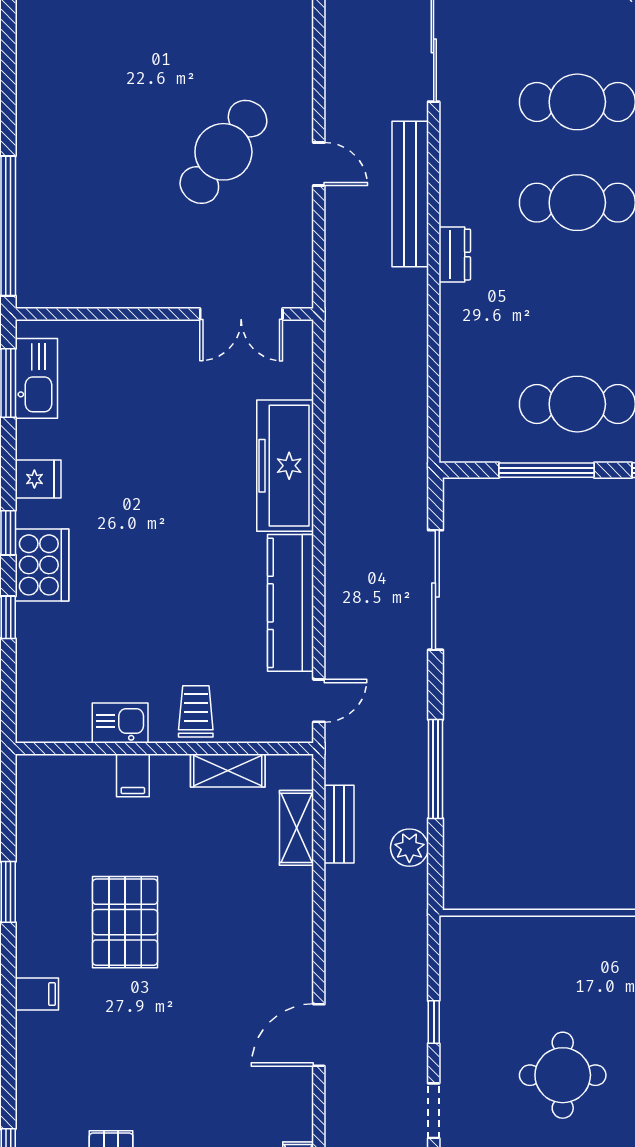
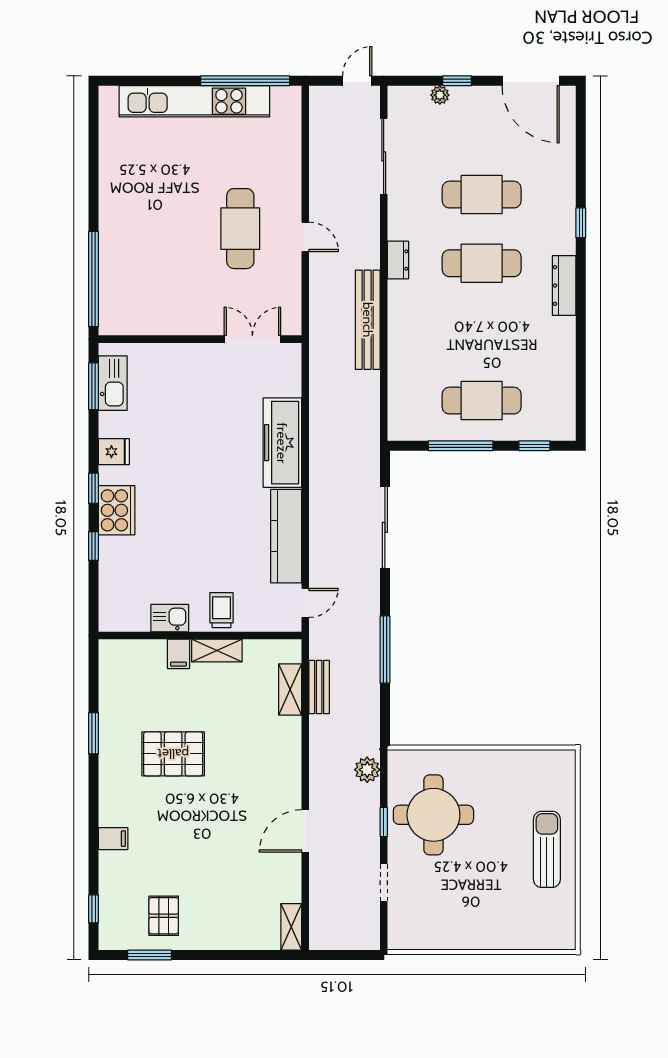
cafe table: (223, 152) -> (240, 229), turned -36
bench: (410, 194) -> (368, 320), moved
dresser: (455, 255) -> (398, 260), moved
double door: (241, 314) -> (252, 339), swing flipped
shelving: (228, 771) -> (217, 650), moved
plant: (409, 848) -> (367, 770), moved
pallet: (125, 922) -> (173, 754), turned 90
filing cabinet: (37, 994) -> (113, 839), moved
round table: (563, 1075) -> (433, 815), moved, width x1.36, depth x1.36

